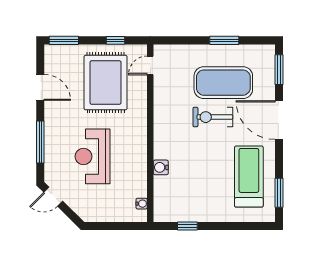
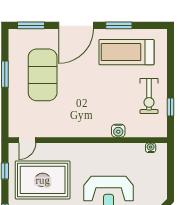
door: (150, 65) -> (27, 140), hinge flipped
exercise bike: (213, 117) -> (149, 96), moved
window: (279, 193) -> (119, 25), moved

